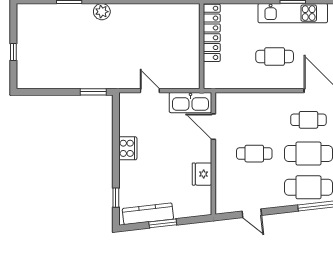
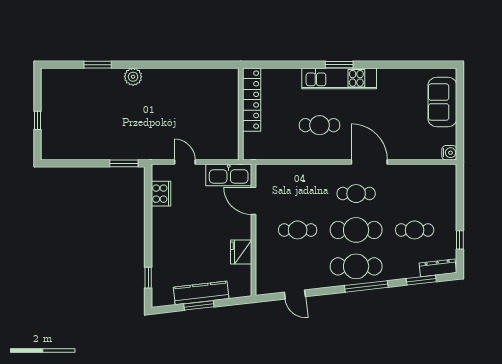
cooker: (128, 148) -> (161, 194), moved
kitchen counter: (148, 214) -> (201, 293), moved

